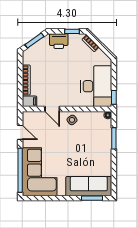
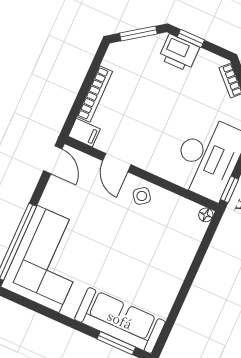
window: (72, 31) -> (191, 38), moved
door: (20, 132) -> (53, 160), moved
window: (114, 138) -> (199, 259), removed

